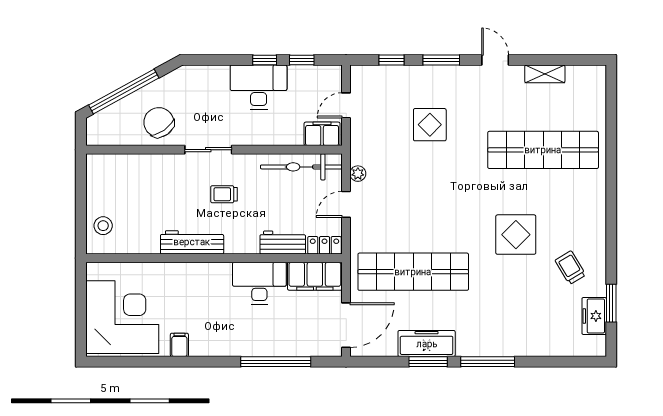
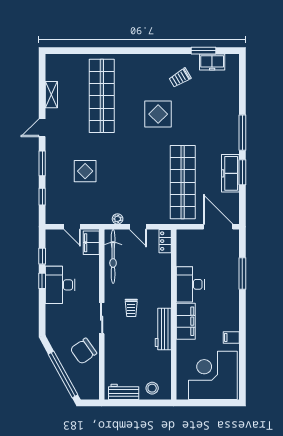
workbench: (283, 242) -> (124, 392), moved, turned 90
filing cabinet: (315, 276) -> (186, 321), moved
window: (276, 362) -> (242, 273), width x0.68

